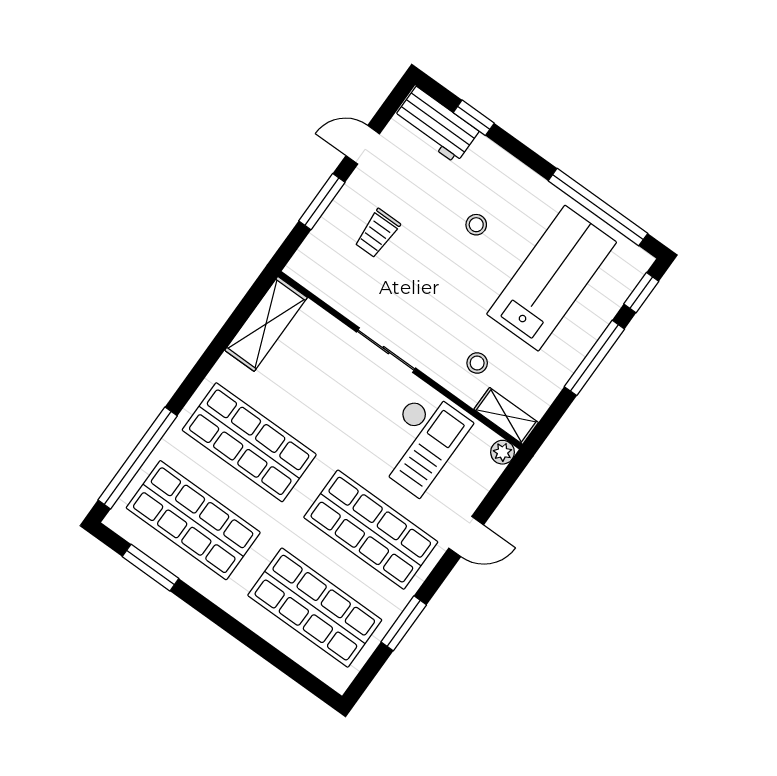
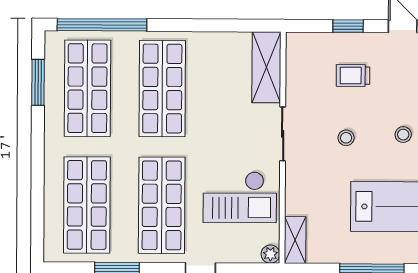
window: (322, 202) -> (348, 26), width x0.67
shelving: (266, 324) -> (266, 67), moved, turned 90
stool: (477, 363) -> (346, 138), moved

